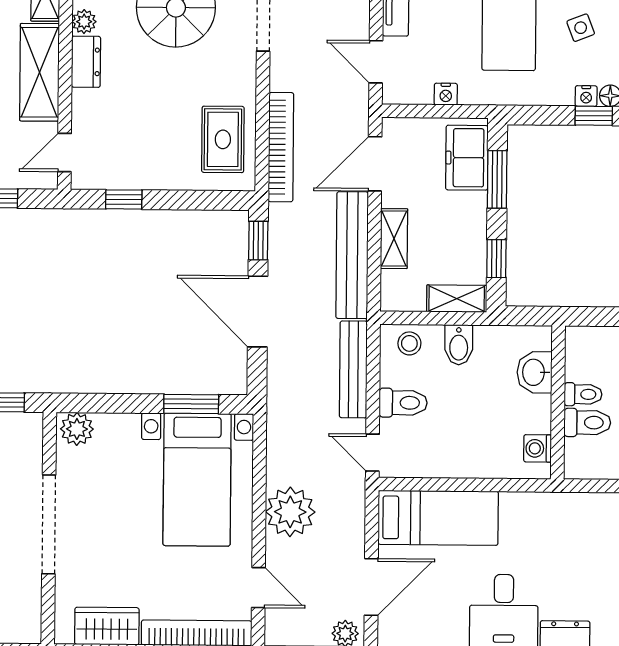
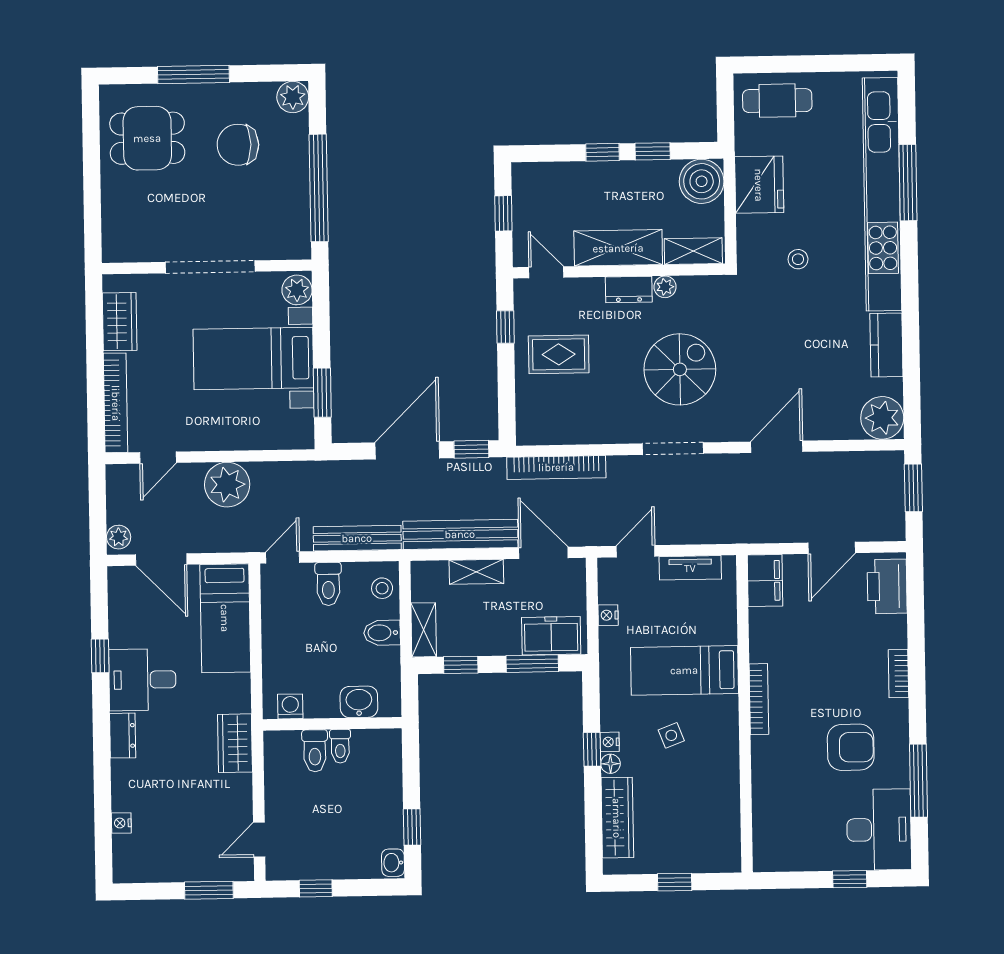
rug: (223, 139) -> (559, 354), moved
bed with nightstands: (197, 480) -> (253, 358), moved
wardrobe: (577, 511) -> (235, 743), added

